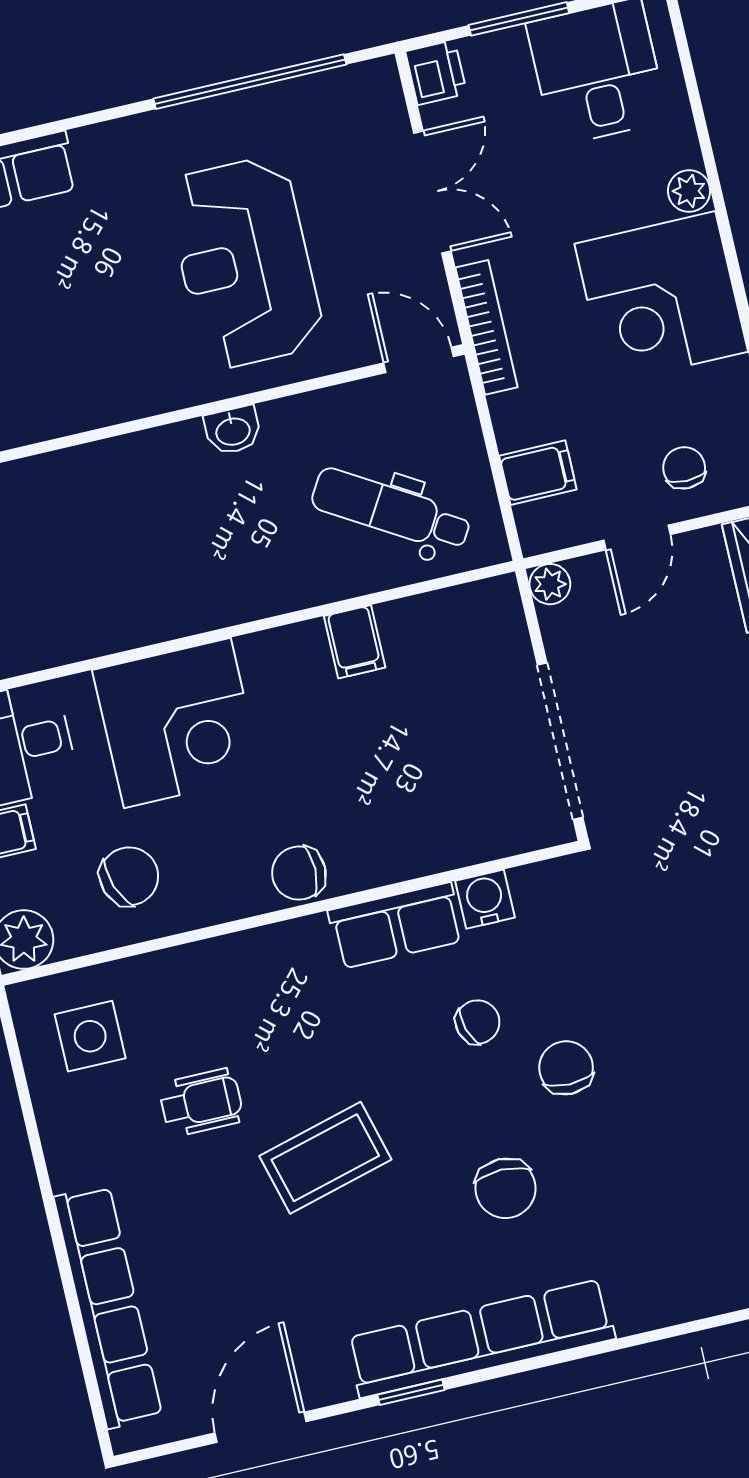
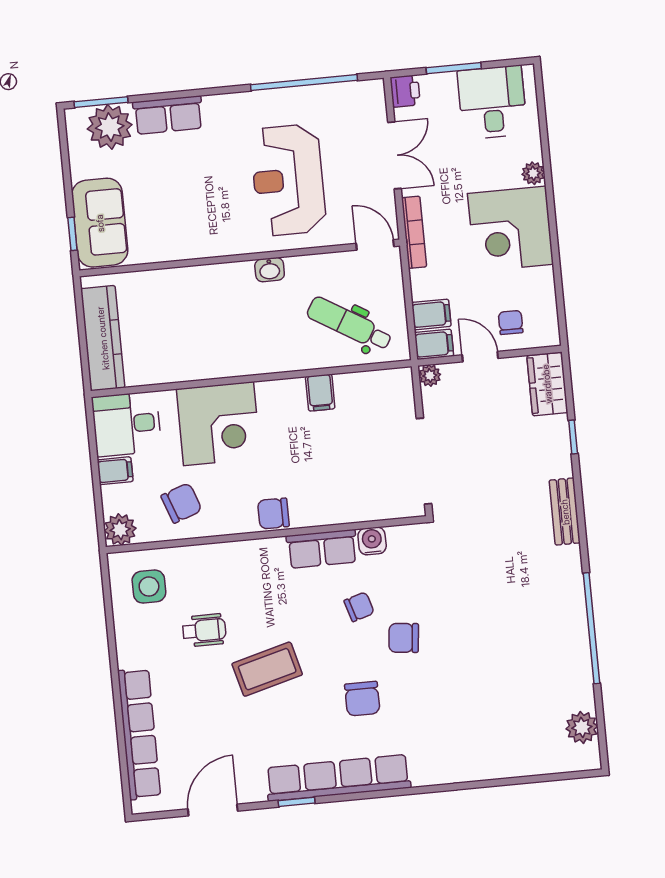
filing cabinet: (550, 526) -> (434, 344), added
door: (637, 537) -> (480, 357), swing flipped
chair: (566, 1068) -> (404, 638), turned -84

